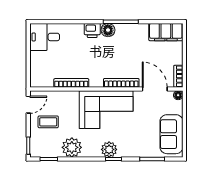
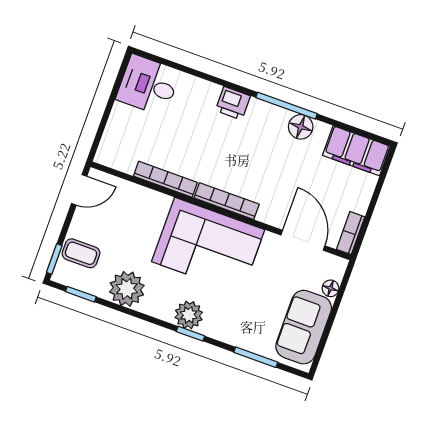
floor lamp: (108, 30) -> (301, 127), moved
bookcase: (121, 83) -> (227, 201), moved
floor lamp: (178, 95) -> (330, 288), moved
coffee table: (48, 122) -> (81, 253), moved

